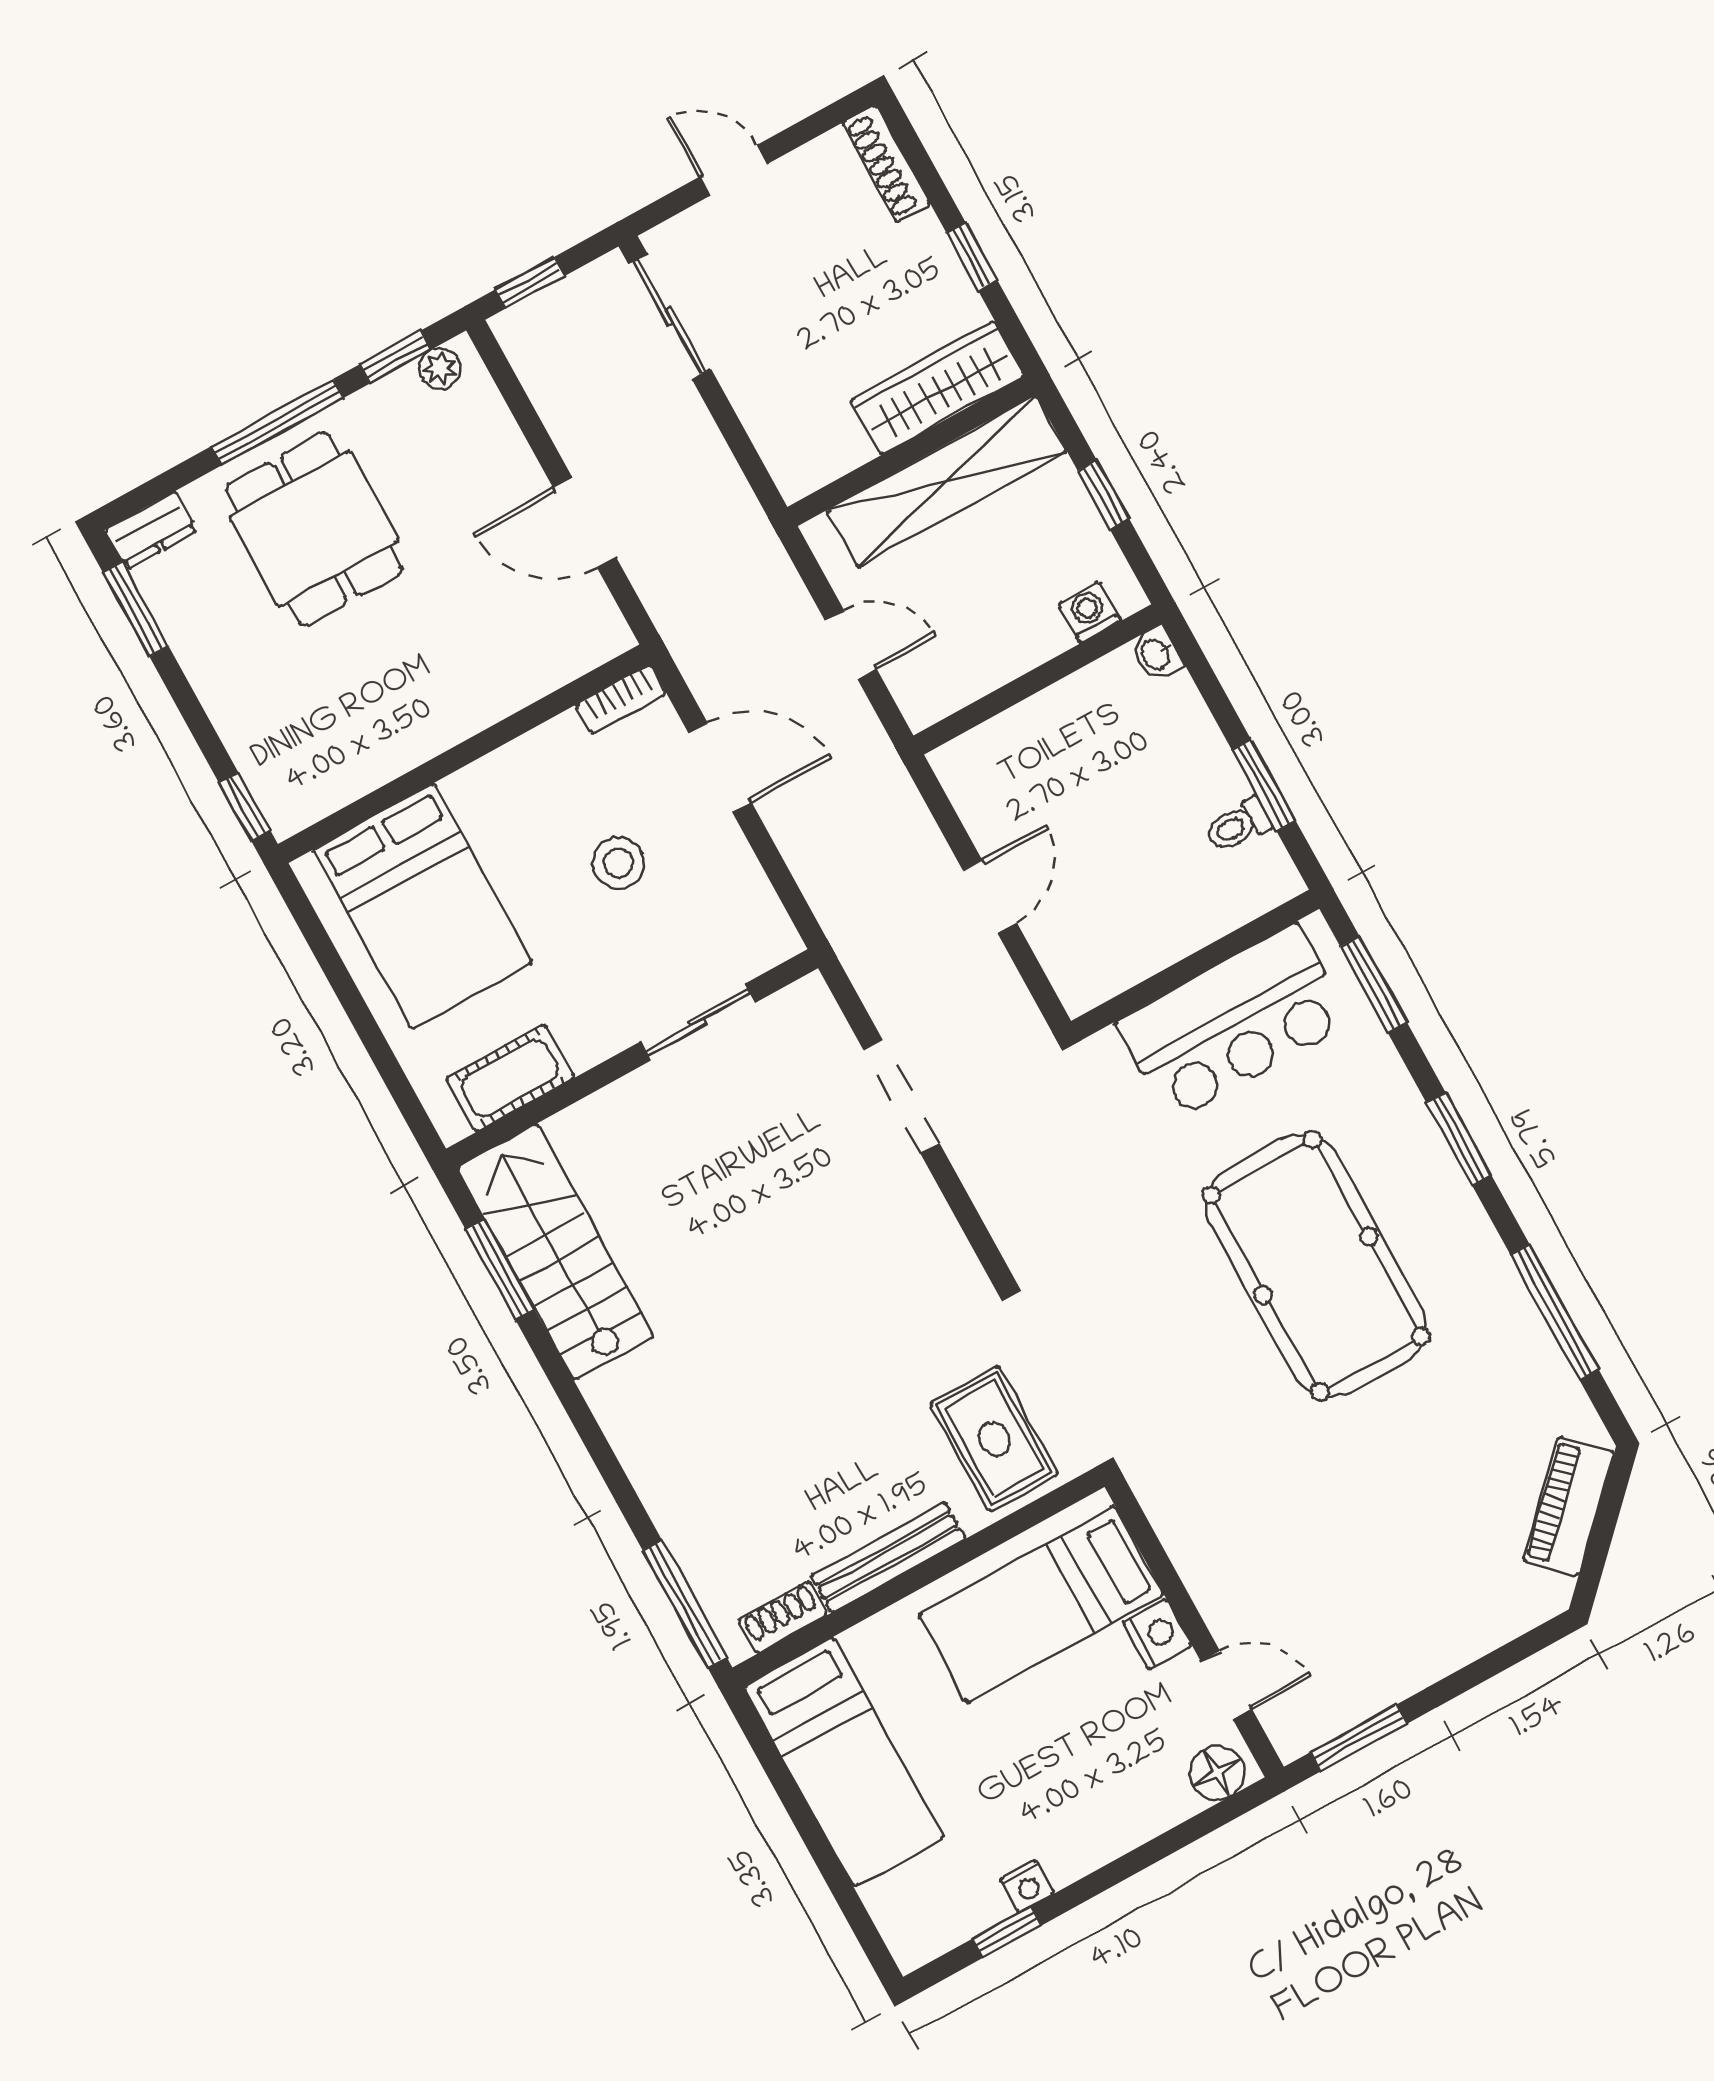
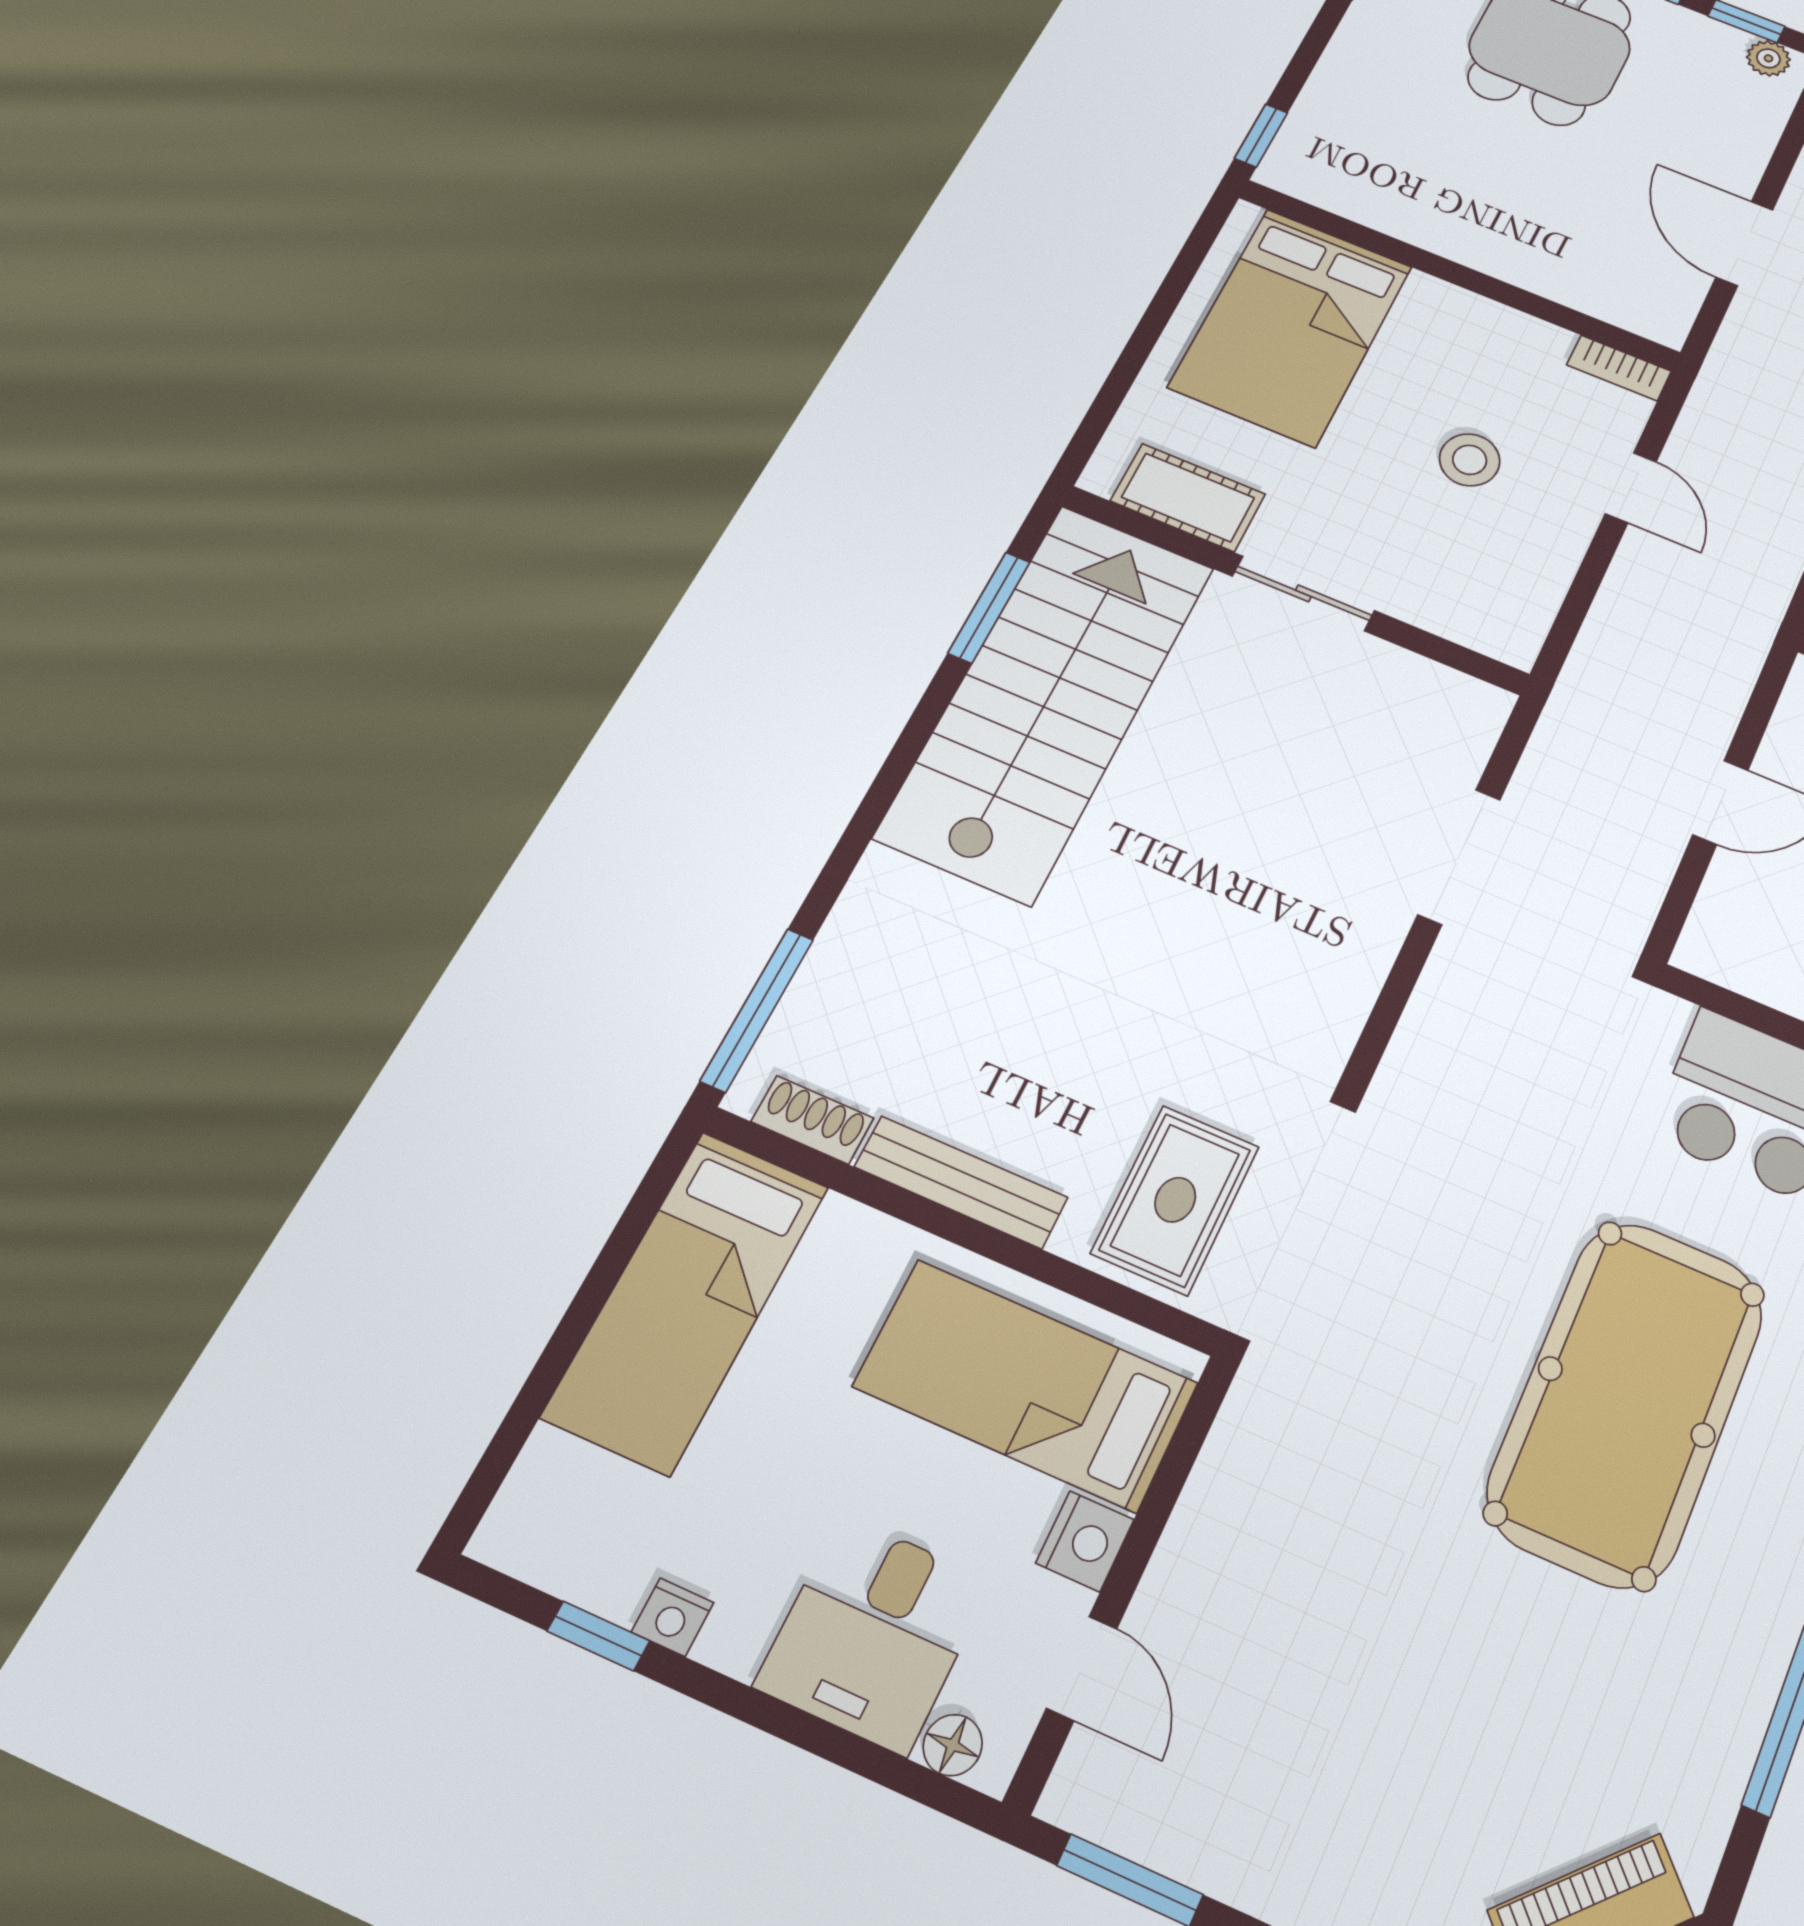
door: (720, 768) -> (1631, 488), width x0.73
sliding door: (698, 1022) -> (1303, 593), moved
stairs: (555, 1252) -> (1047, 700), width x1.36, depth x1.51
floor lamp: (1217, 1773) -> (953, 1745), width x0.73, depth x0.73
desk: (1120, 1784) -> (874, 1633), added

